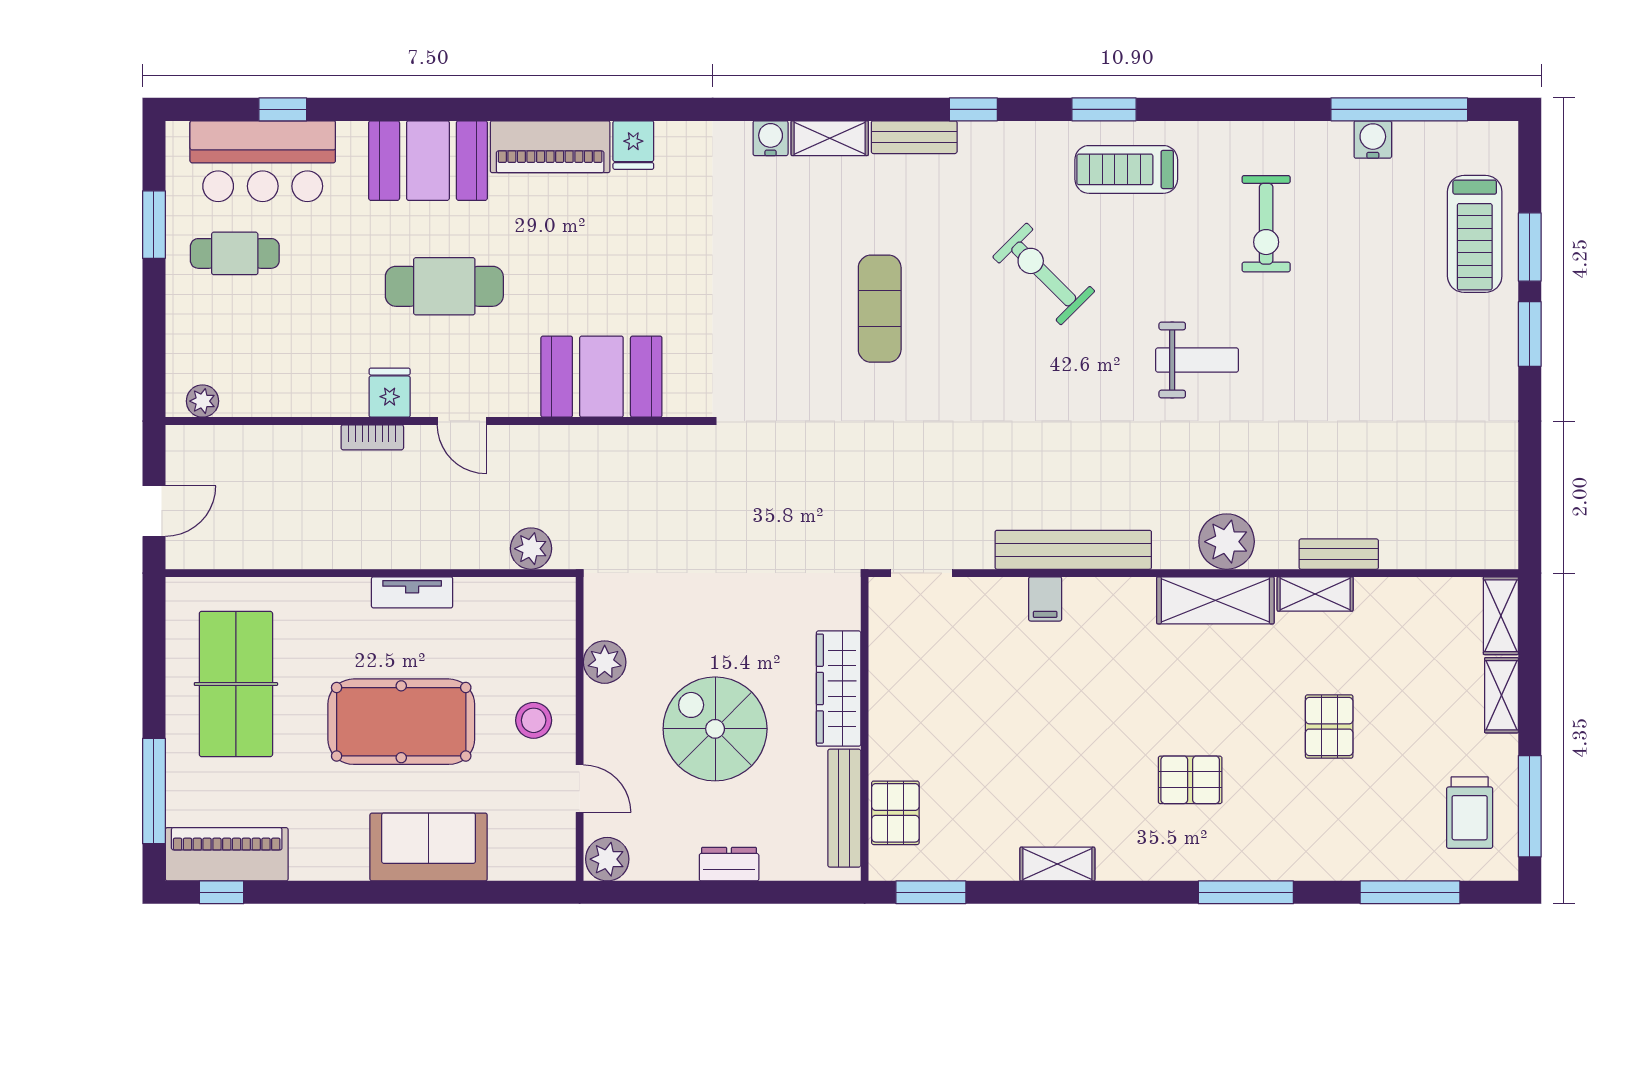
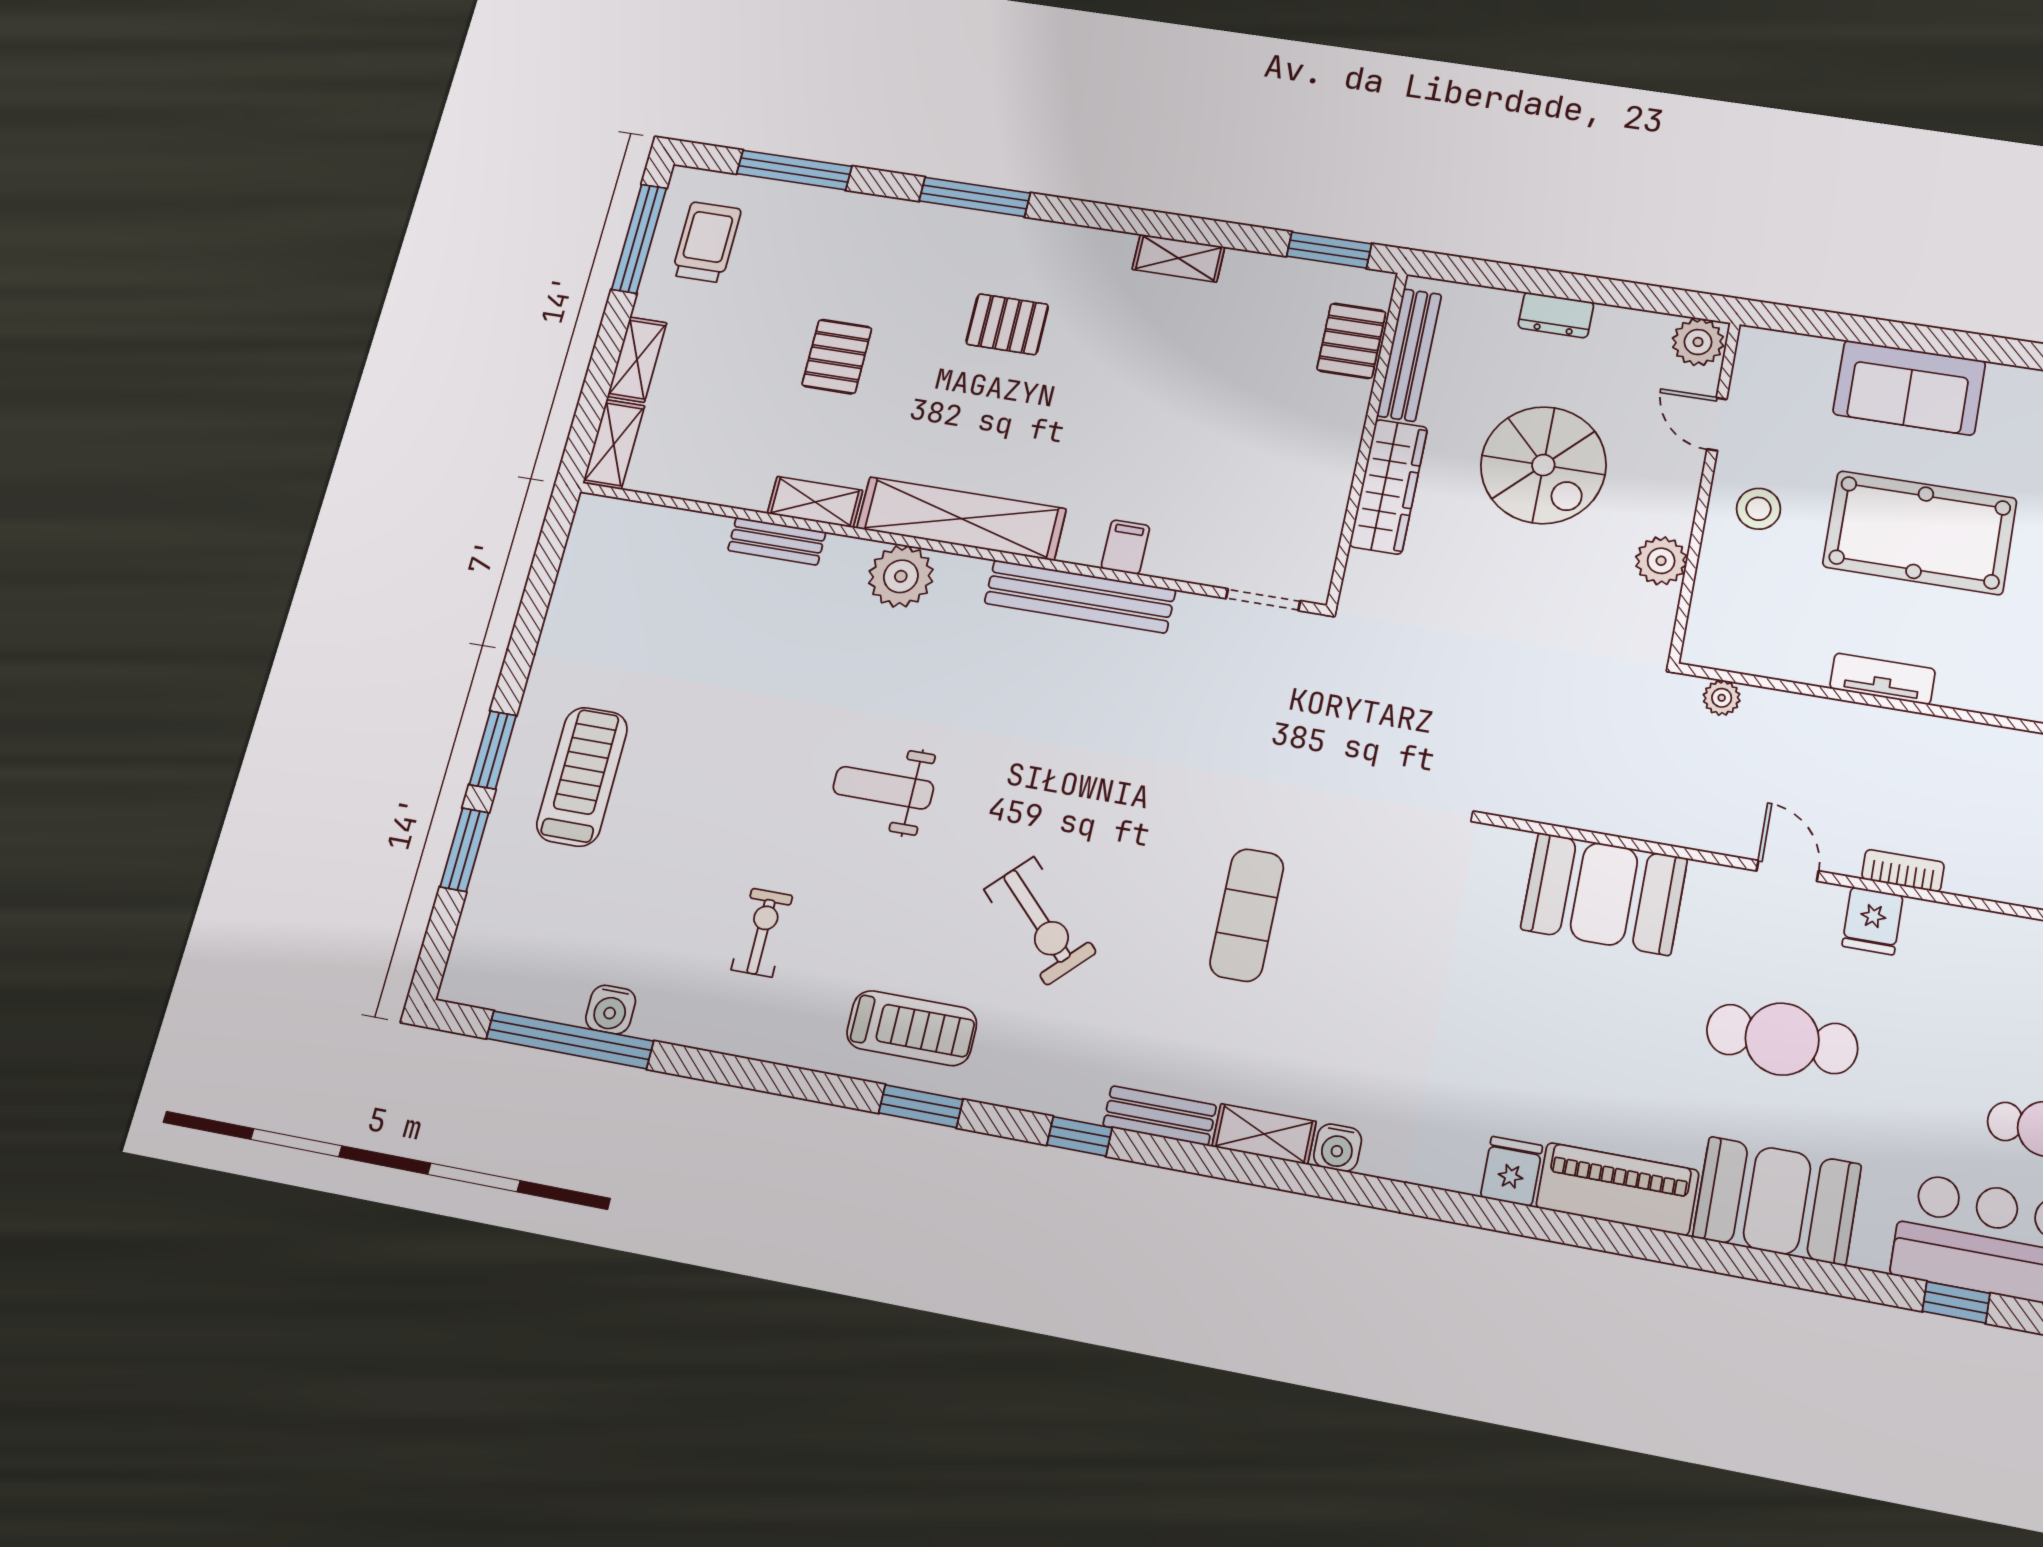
exercise bike: (1266, 224) -> (762, 933), width x0.73, depth x0.72
treadmill: (1475, 234) -> (582, 777), moved
plant: (531, 549) -> (1722, 698), width x0.73, depth x0.73
shelving: (1215, 600) -> (961, 519), width x1.47

